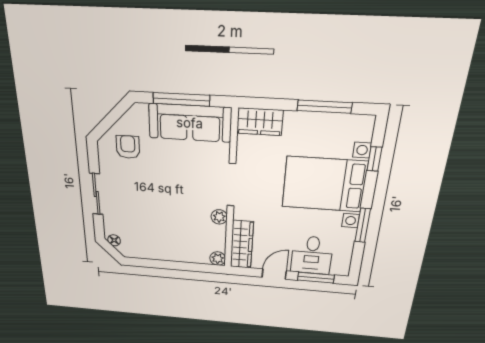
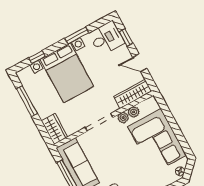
corner sofa: (166, 237) -> (157, 141), added
desk: (312, 255) -> (107, 38), moved
plant: (218, 259) -> (134, 112), moved
window: (316, 278) -> (126, 38), width x0.67

